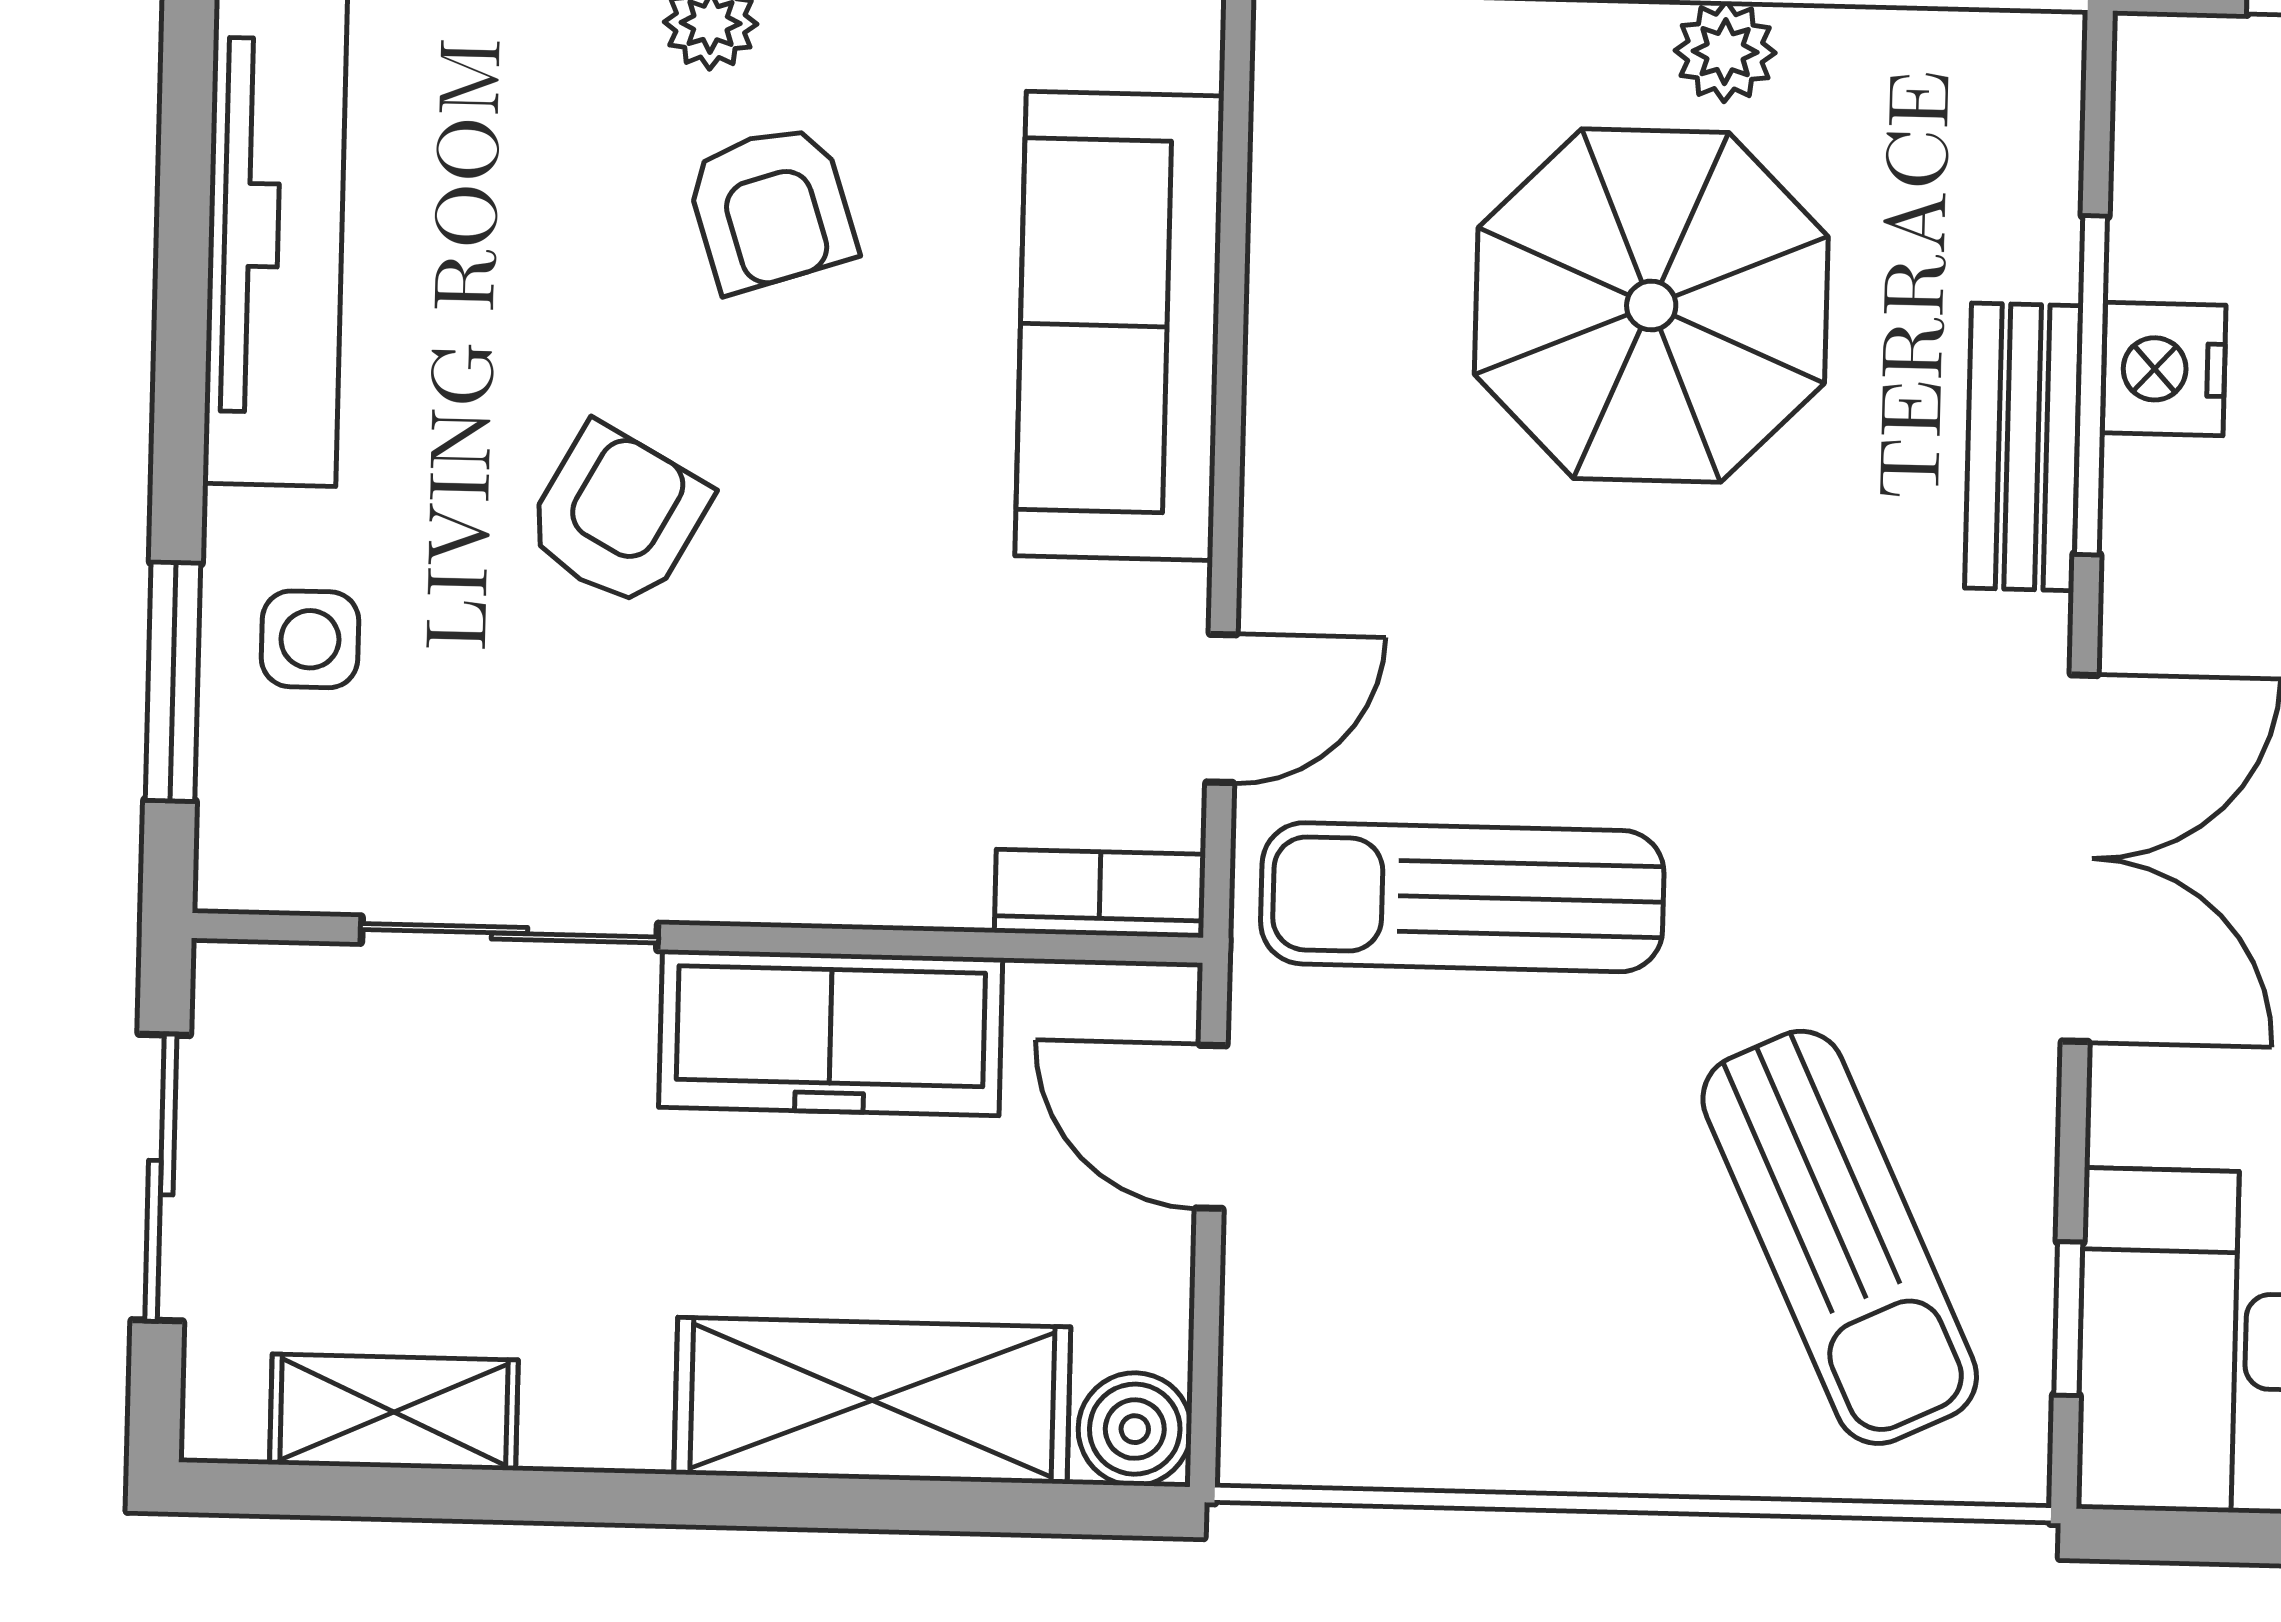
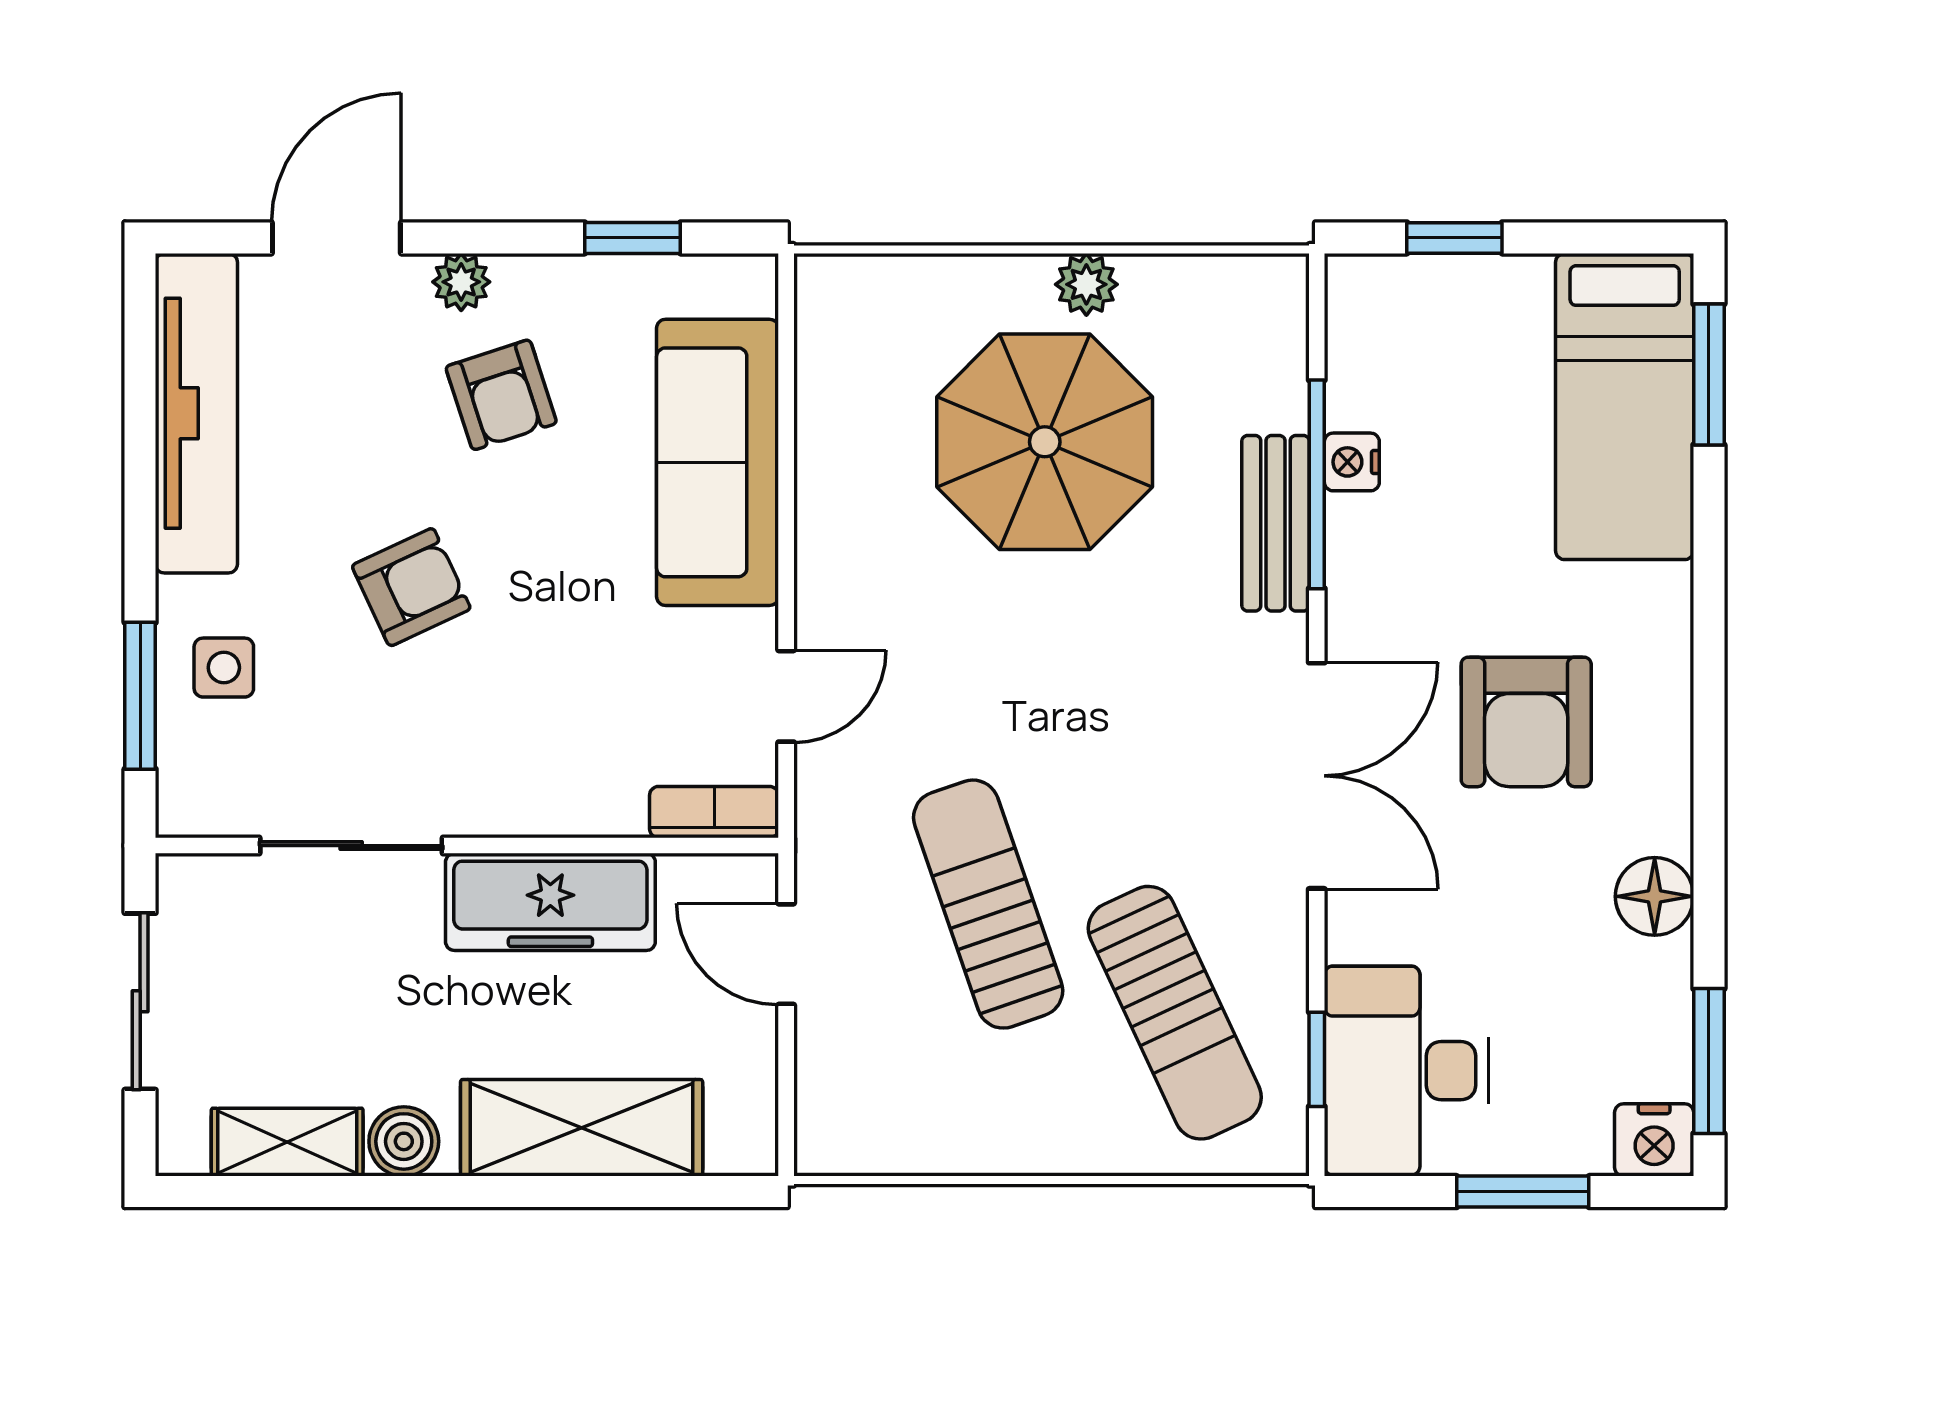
nightstand: (2164, 369) -> (1352, 462), width x0.72, depth x0.74
armchair: (617, 516) -> (411, 587), turned 36
sun lounger: (1462, 897) -> (988, 904), moved, turned 71
boiler: (1135, 1429) -> (404, 1141), moved

